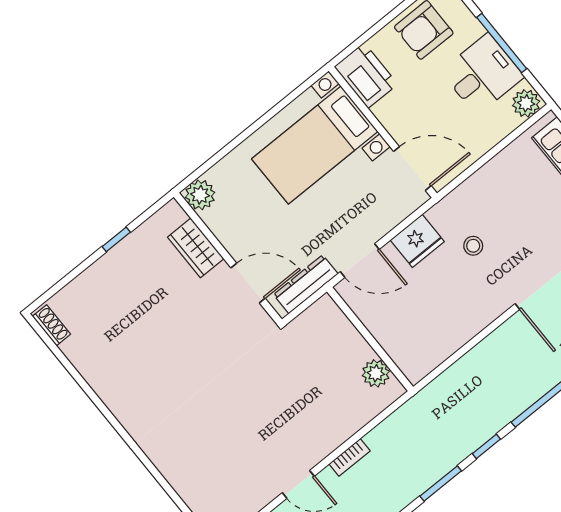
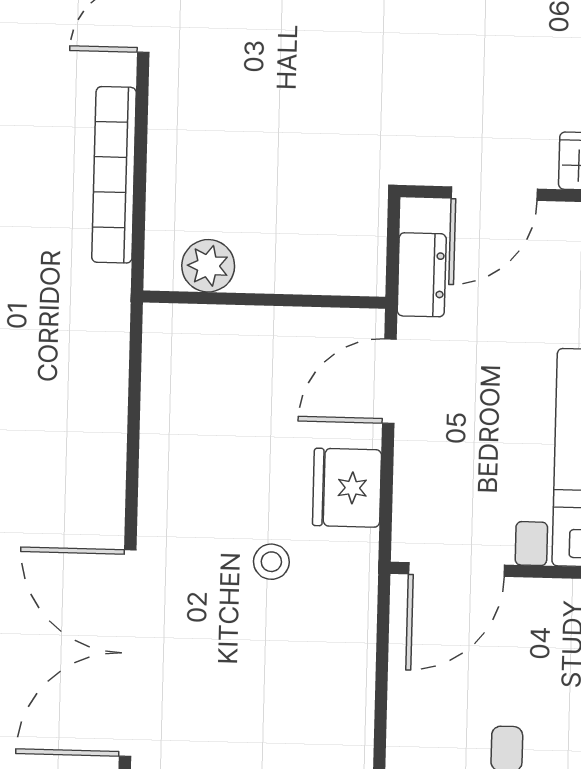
dresser: (306, 284) -> (422, 275), width x0.70
bookcase: (350, 457) -> (114, 175), width x2.31, depth x1.31

